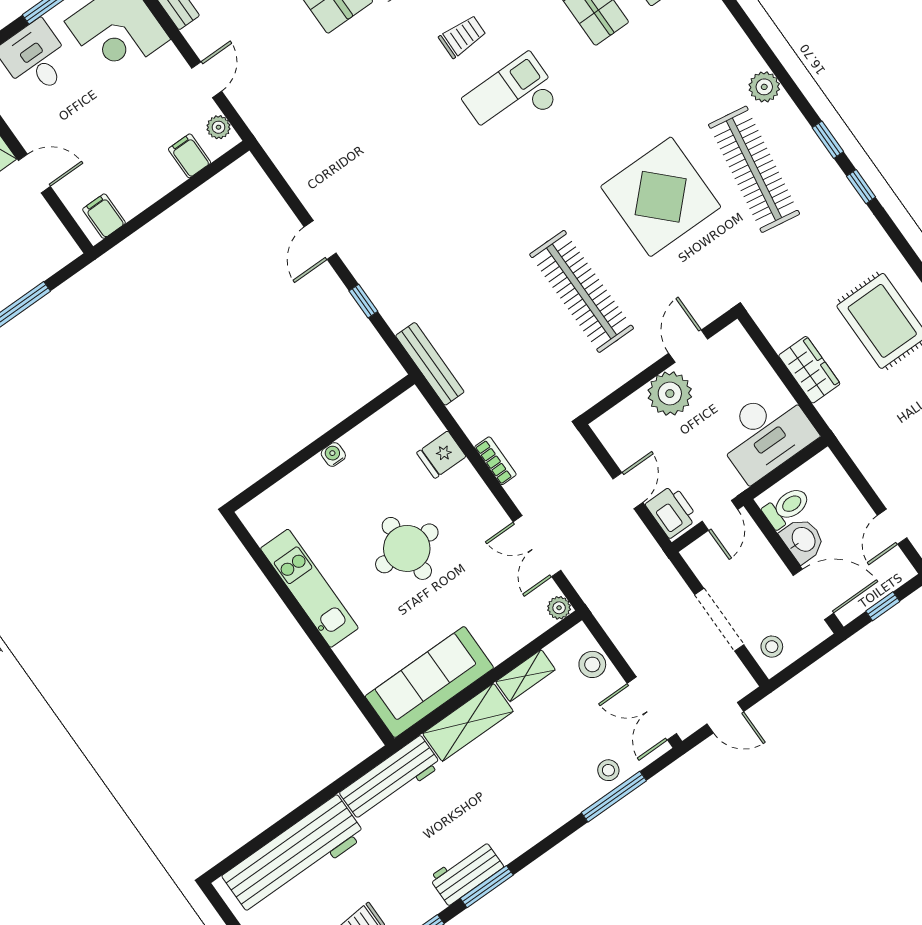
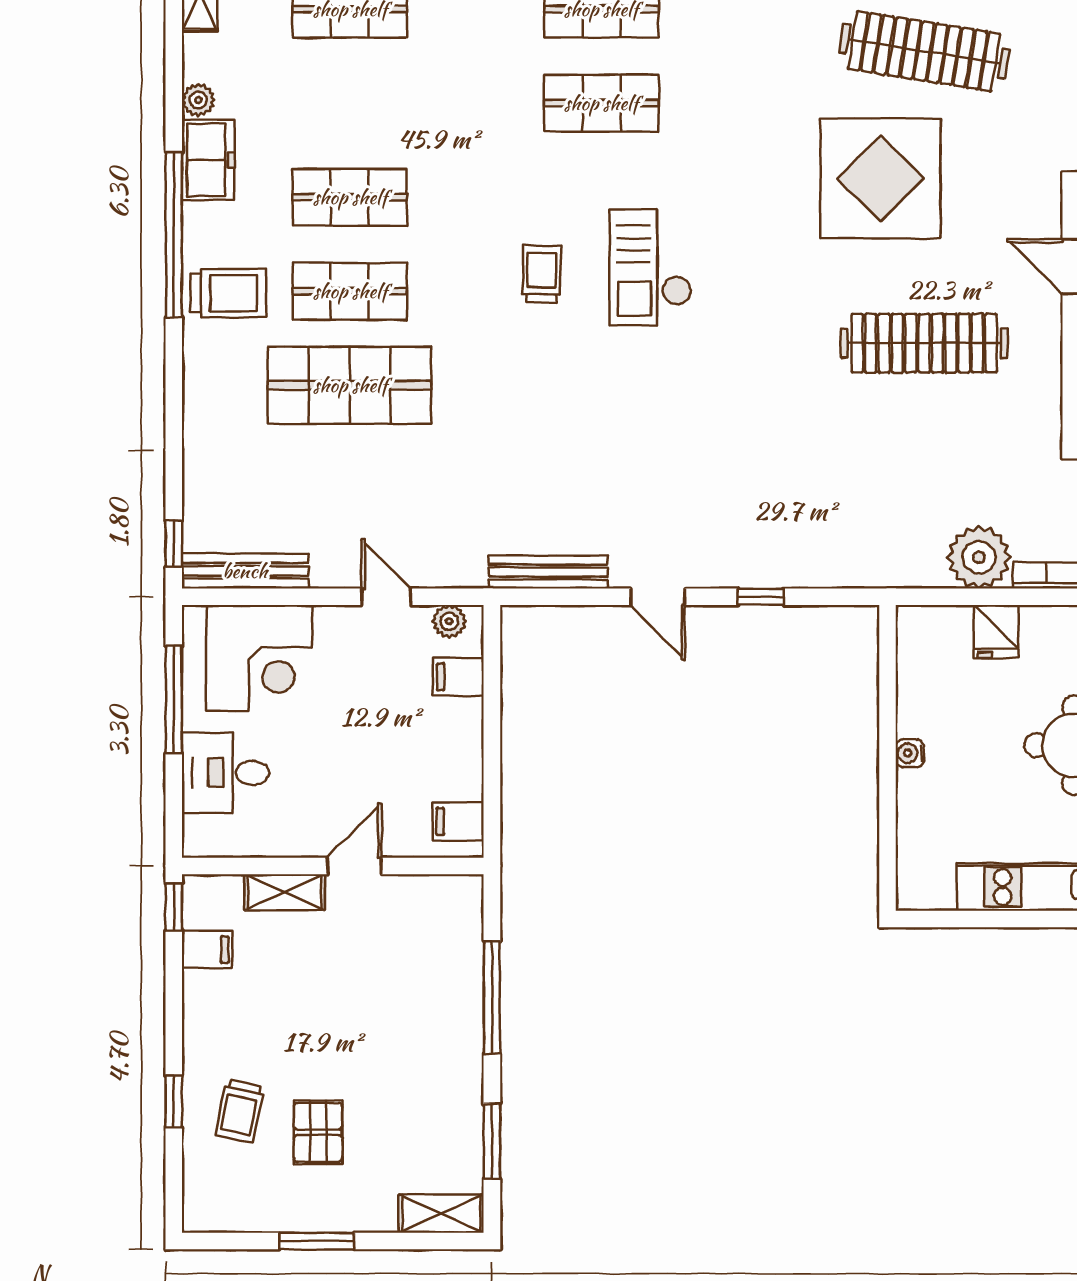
bench: (430, 364) -> (548, 572), moved
plant: (478, 413) -> (979, 557), added

